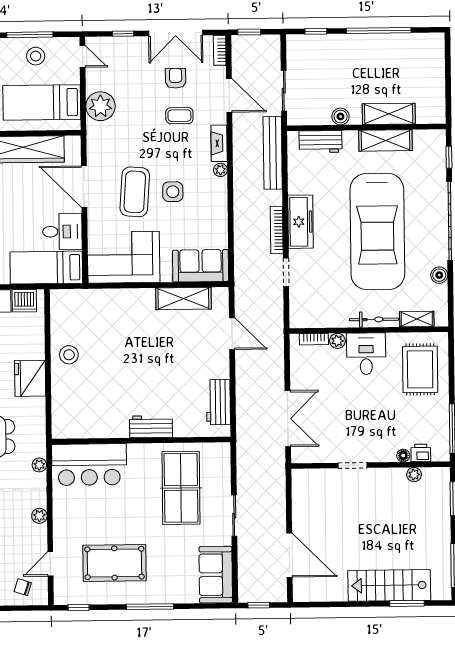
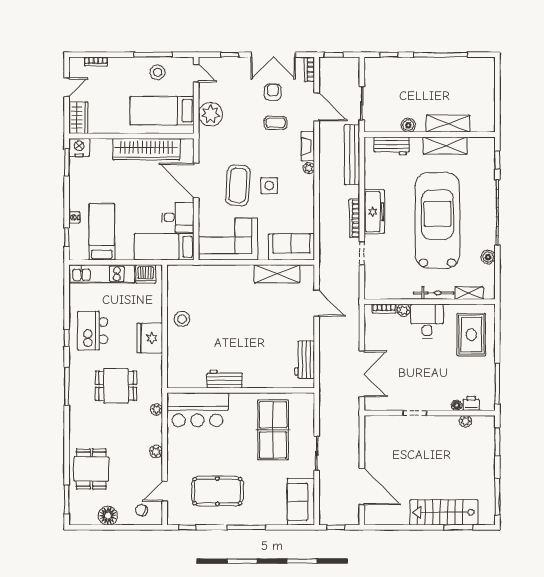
car: (377, 232) -> (438, 220), turned 180
workbench: (151, 427) -> (225, 379), moved

